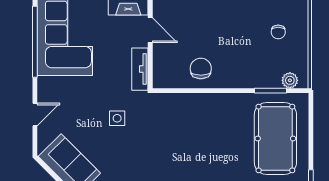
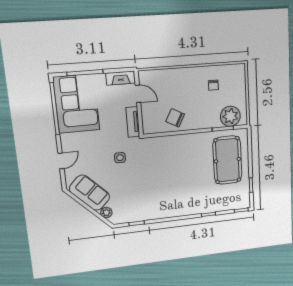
chair: (278, 32) -> (213, 85), moved
chair: (201, 68) -> (175, 118), turned -62
plant: (290, 80) -> (230, 116), width x1.87, depth x1.87

